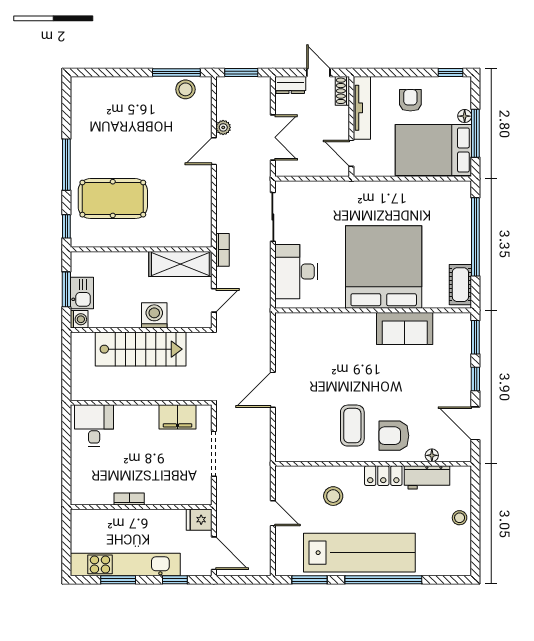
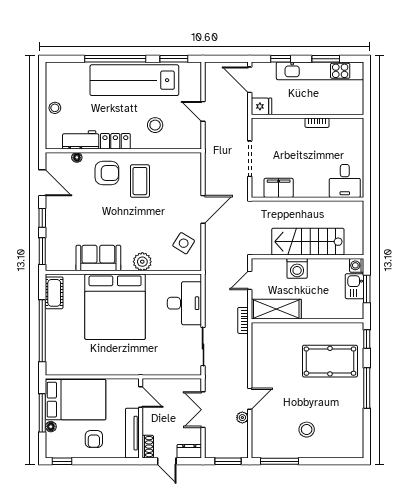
stool: (185, 89) -> (307, 430), moved
plant: (349, 324) -> (142, 262), added
side table: (297, 347) -> (184, 243), added

